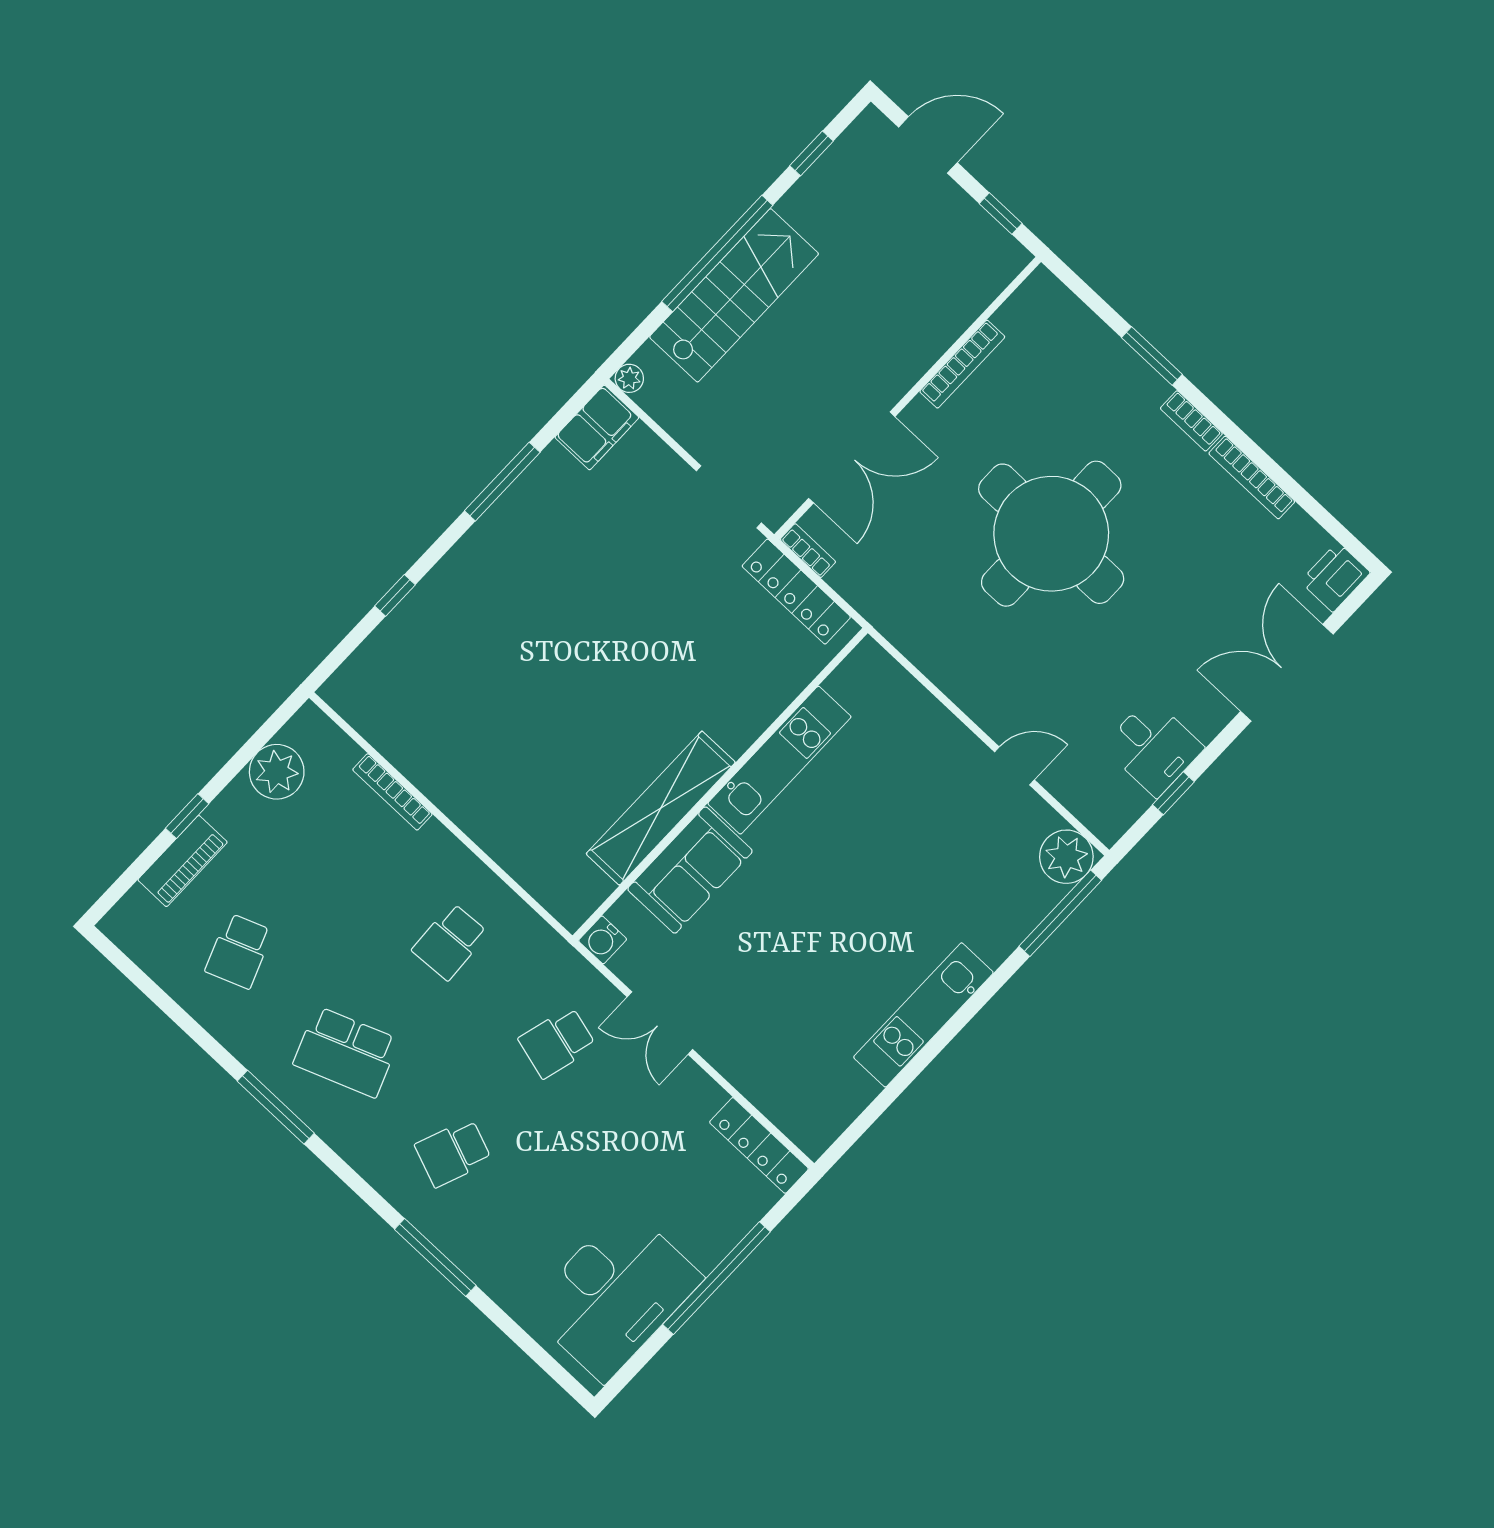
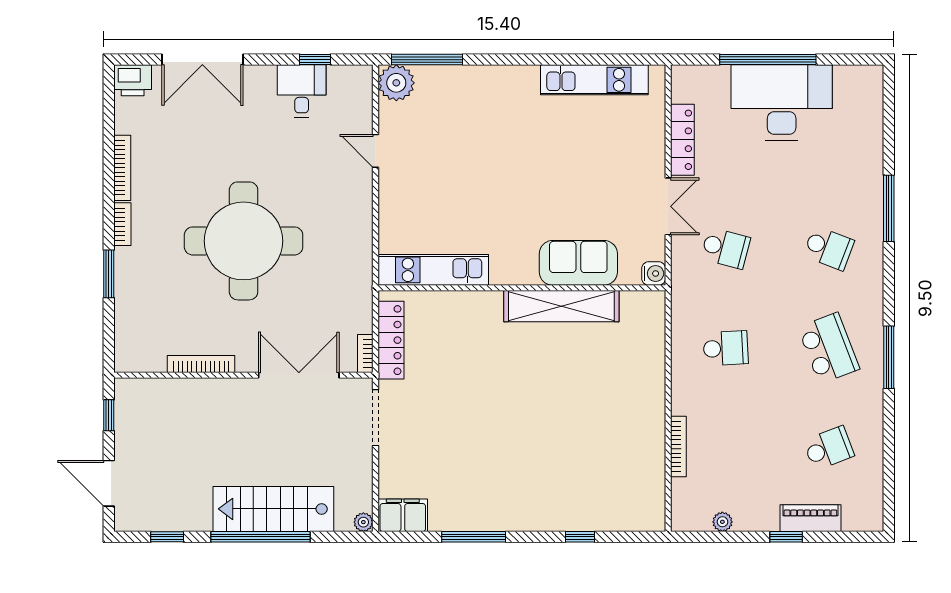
kitchen unit: (779, 760) -> (433, 270), moved
plant: (277, 772) -> (722, 522), width x0.53, depth x0.53
kitchen unit: (923, 1015) -> (594, 80), moved
locker: (759, 1145) -> (682, 140), moved
desk: (615, 1294) -> (782, 103), moved

